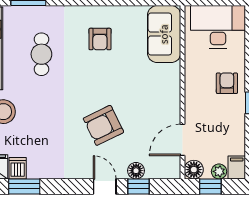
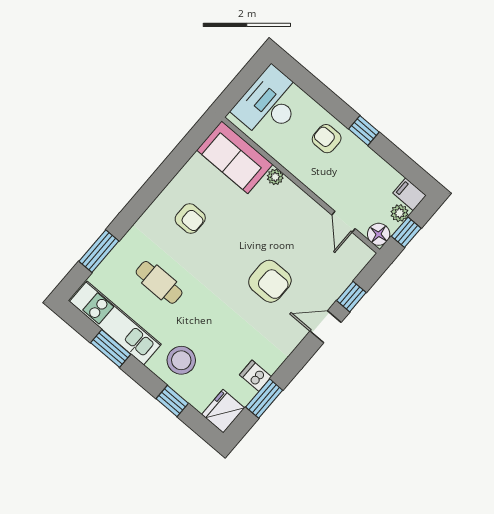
plant: (174, 71) -> (275, 177), added
armchair: (103, 125) -> (270, 281), turned -64
door: (183, 140) -> (343, 222), width x0.73
dishwasher: (18, 168) -> (256, 376), moved
floor lamp: (136, 171) -> (335, 287), removed

